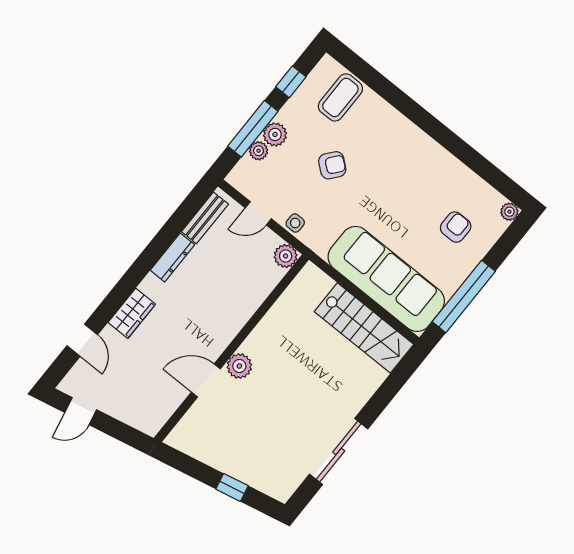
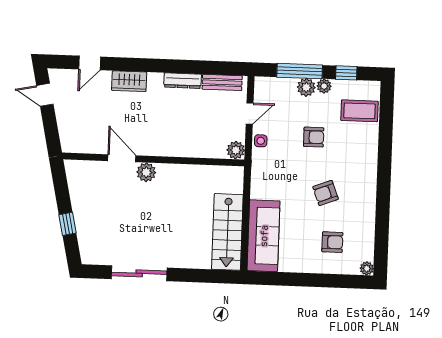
plant: (259, 151) -> (324, 86), moved
armchair: (332, 165) -> (314, 137), turned -39
armchair: (399, 196) -> (325, 193), added
door: (258, 213) -> (250, 113), swing flipped
sofa: (386, 279) -> (264, 236), width x0.74, depth x0.79
window: (464, 296) -> (293, 279), removed

